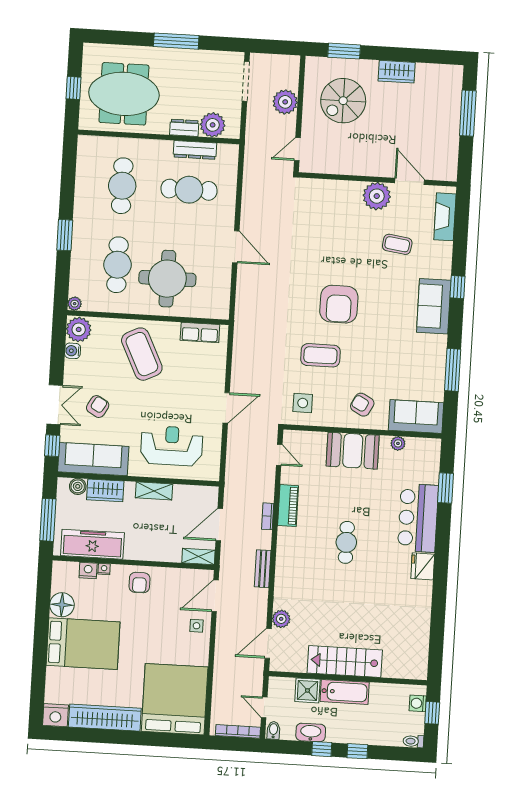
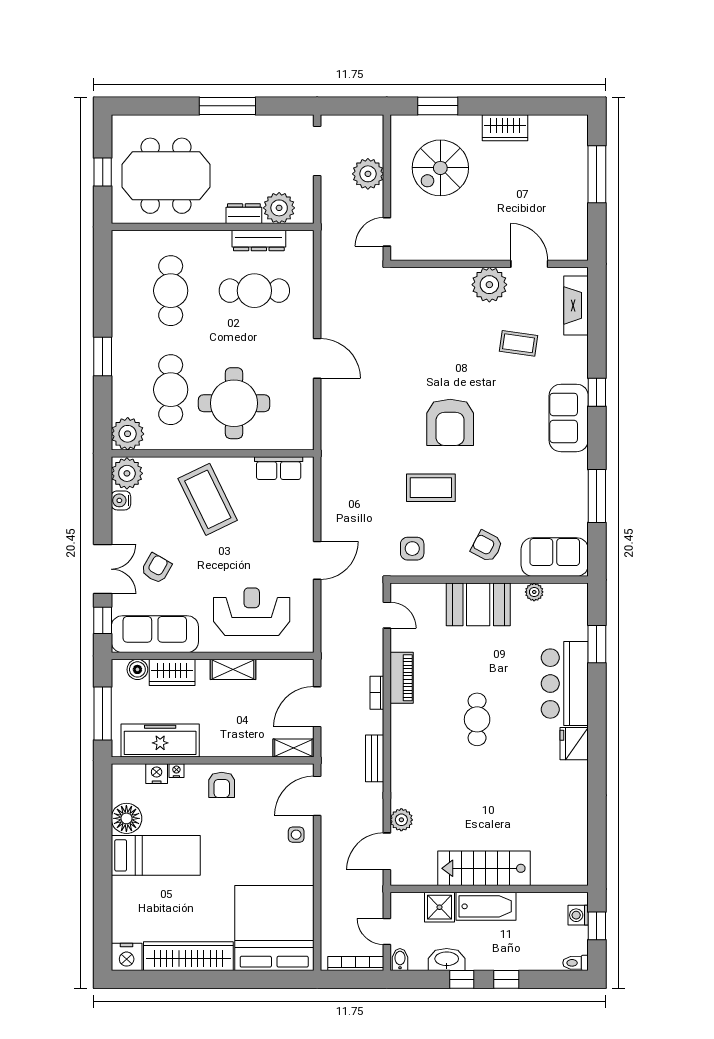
plant: (75, 304) -> (128, 434), width x1.87, depth x1.87
bed: (83, 644) -> (156, 855), width x0.67

